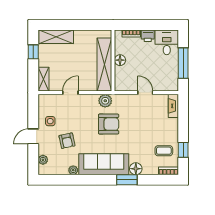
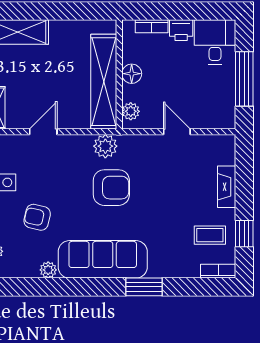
plant: (119, 81) -> (131, 111), added
fireplace: (173, 106) -> (227, 187), moved
armchair: (67, 141) -> (37, 217), turned 115
floor lamp: (136, 169) -> (160, 267), removed

